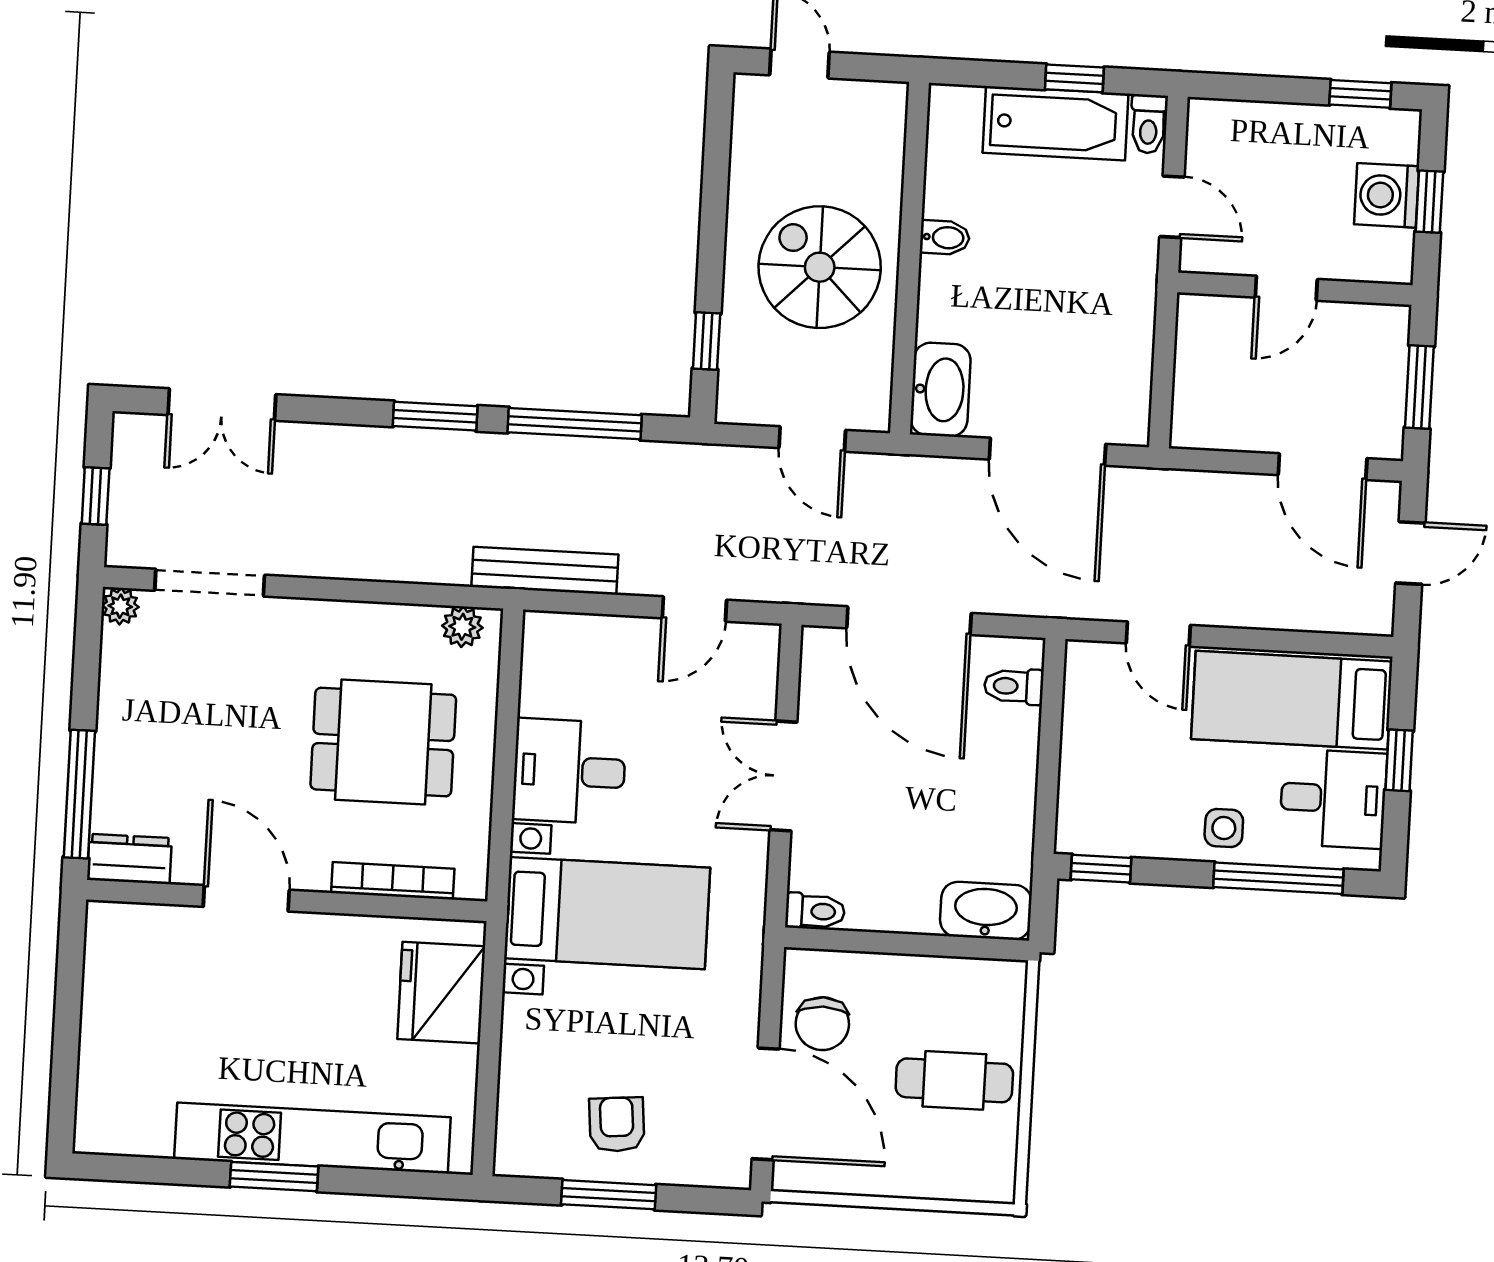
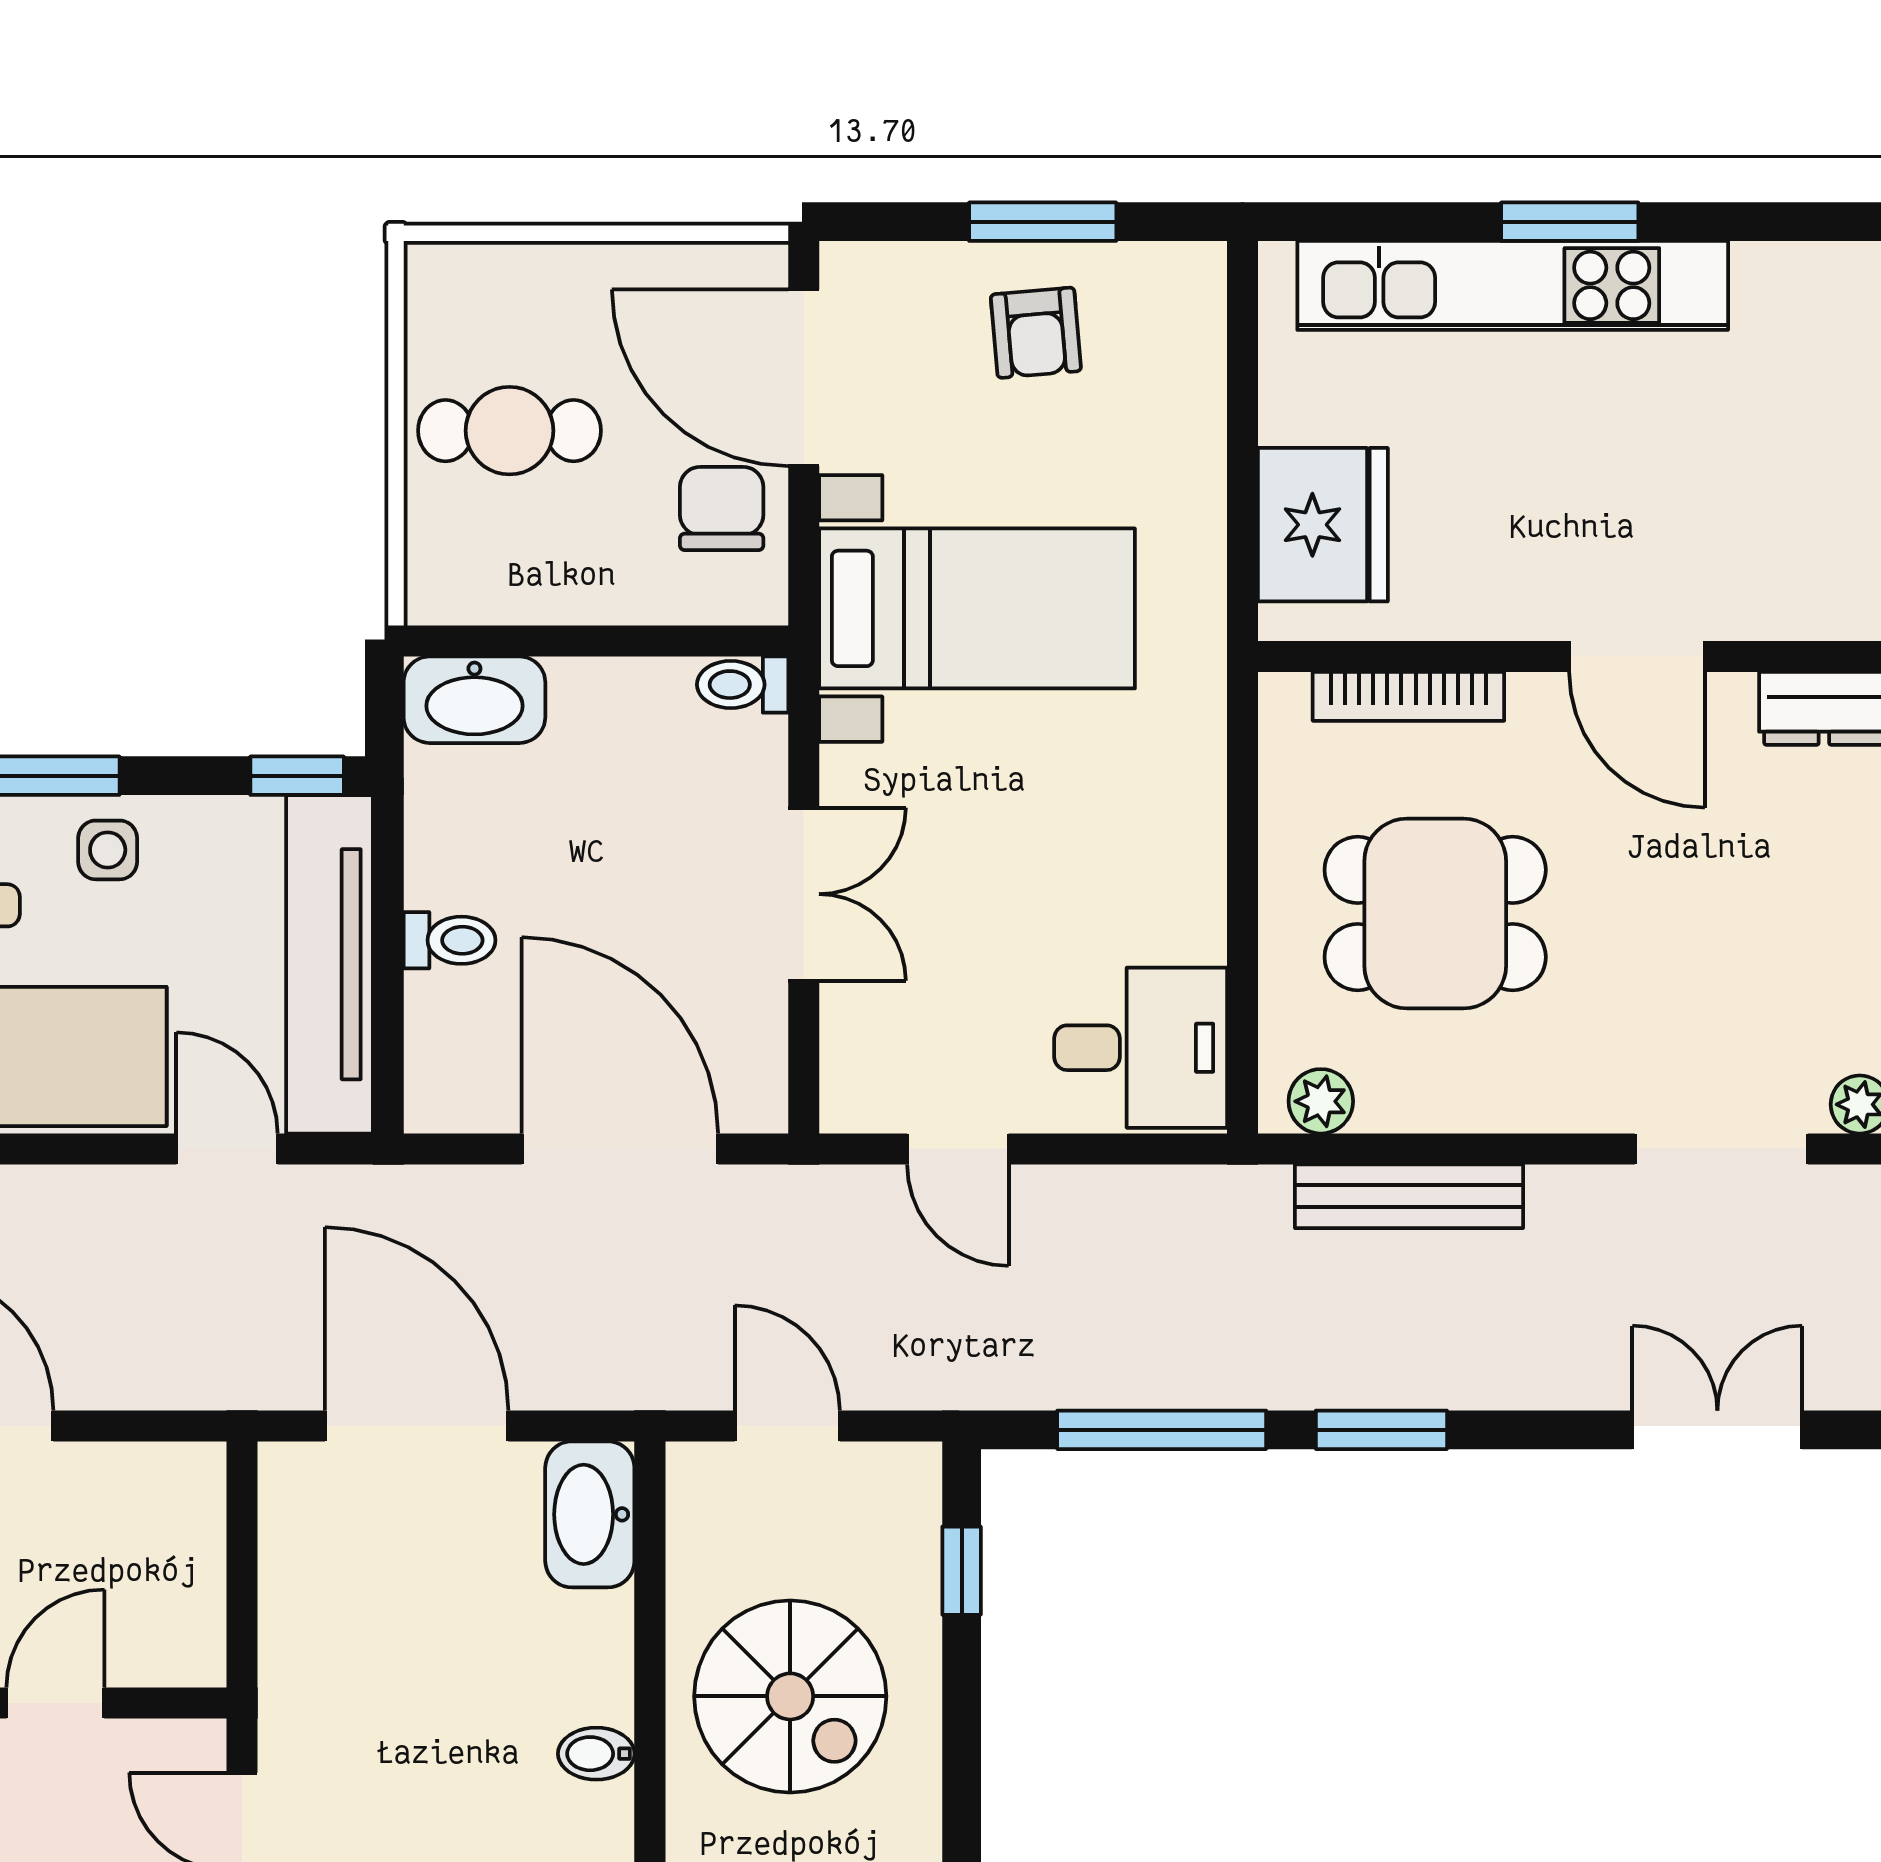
bench: (545, 571) -> (1409, 1196), moved
door: (694, 609) -> (958, 1149), swing flipped
toilet: (1014, 686) -> (450, 940), moved
tv unit: (1087, 748) -> (330, 964), added
desk: (569, 771) -> (1141, 1048), moved
bed with nightstands: (607, 913) -> (977, 608), moved, turned 180

